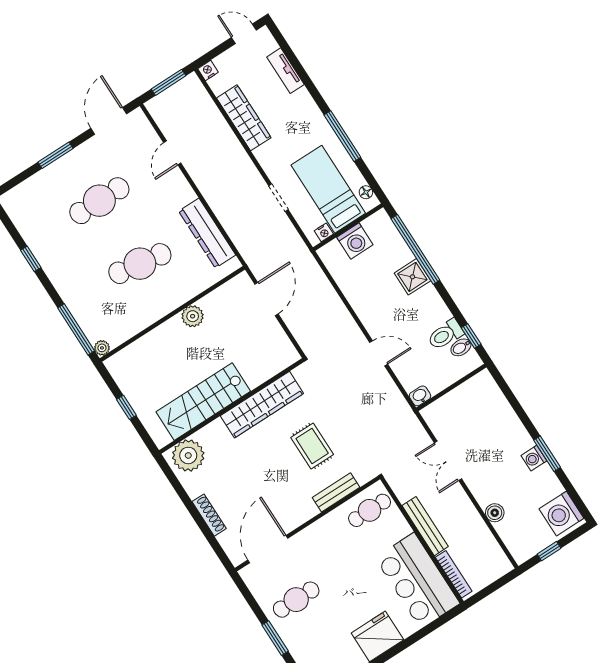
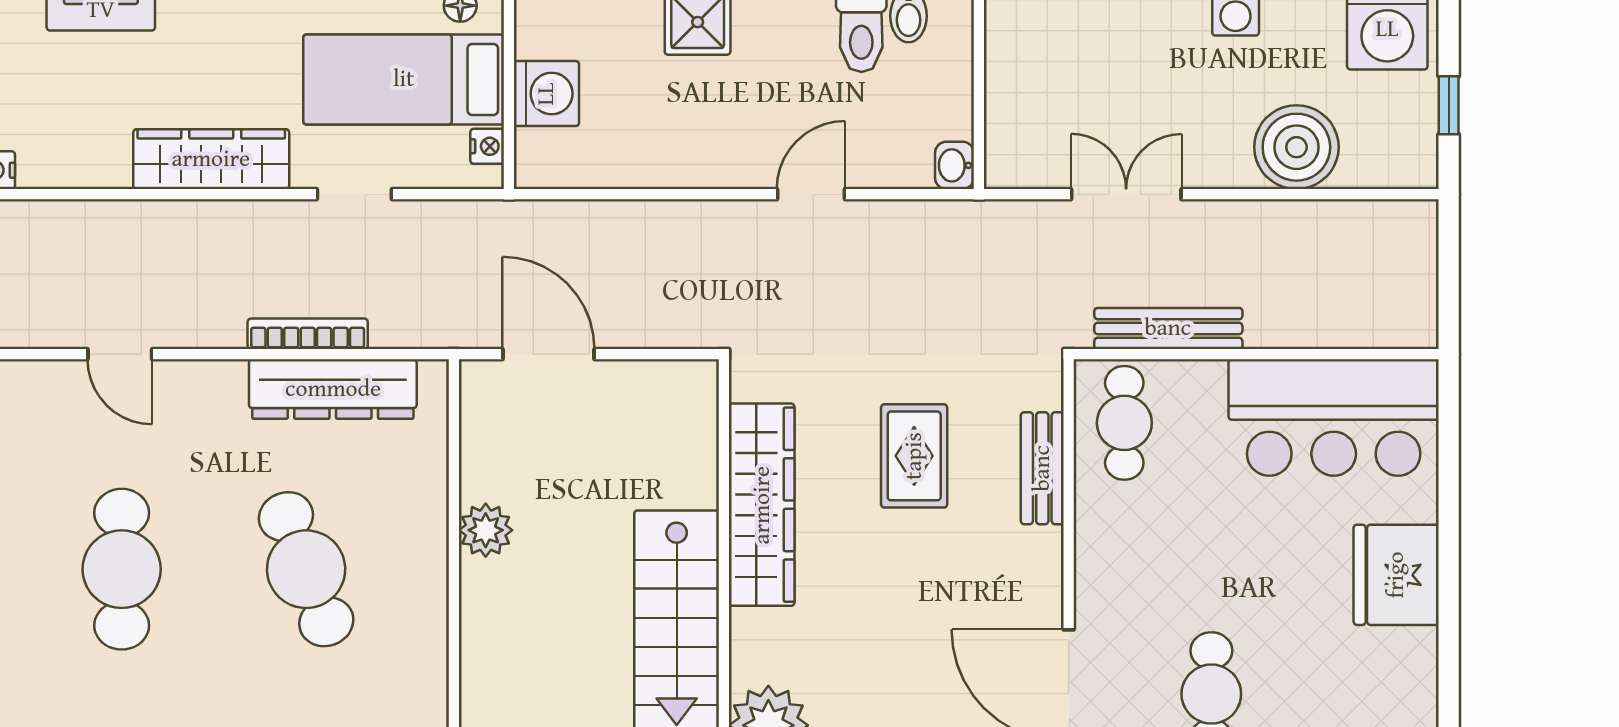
wardrobe: (244, 118) -> (211, 159), moved
cafe table: (140, 264) -> (306, 569), turned -30
rug: (312, 446) -> (914, 456), turned 90
double door: (448, 461) -> (1126, 194), swing flipped
boiler: (495, 513) -> (1296, 147), width x1.86, depth x1.86
bench: (425, 526) -> (1168, 328), moved
bookcase: (454, 574) -> (308, 334), moved

